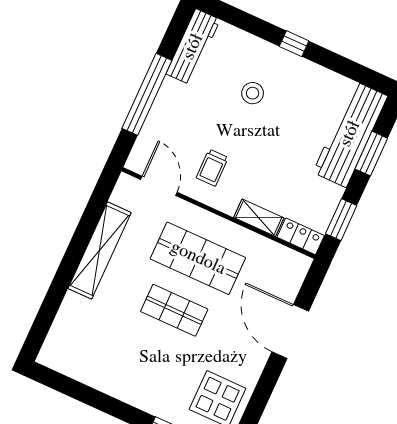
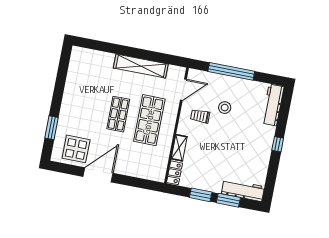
workbench: (193, 47) -> (273, 105), moved, turned 90
stool: (253, 93) -> (225, 108), moved
workbench: (350, 134) -> (243, 190), width x0.73, depth x0.76
window: (341, 220) -> (201, 195), moved
door: (290, 332) -> (98, 175), moved

